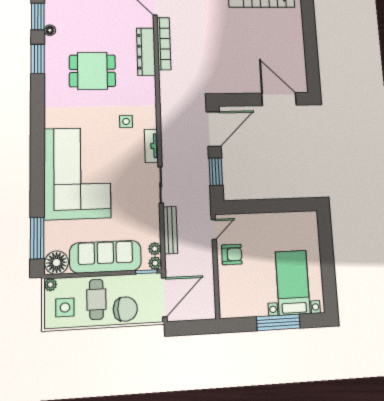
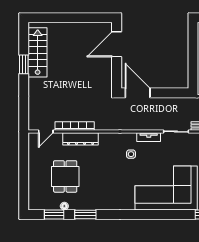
dining table: (92, 71) -> (65, 176), moved
window: (216, 172) -> (168, 93), removed

